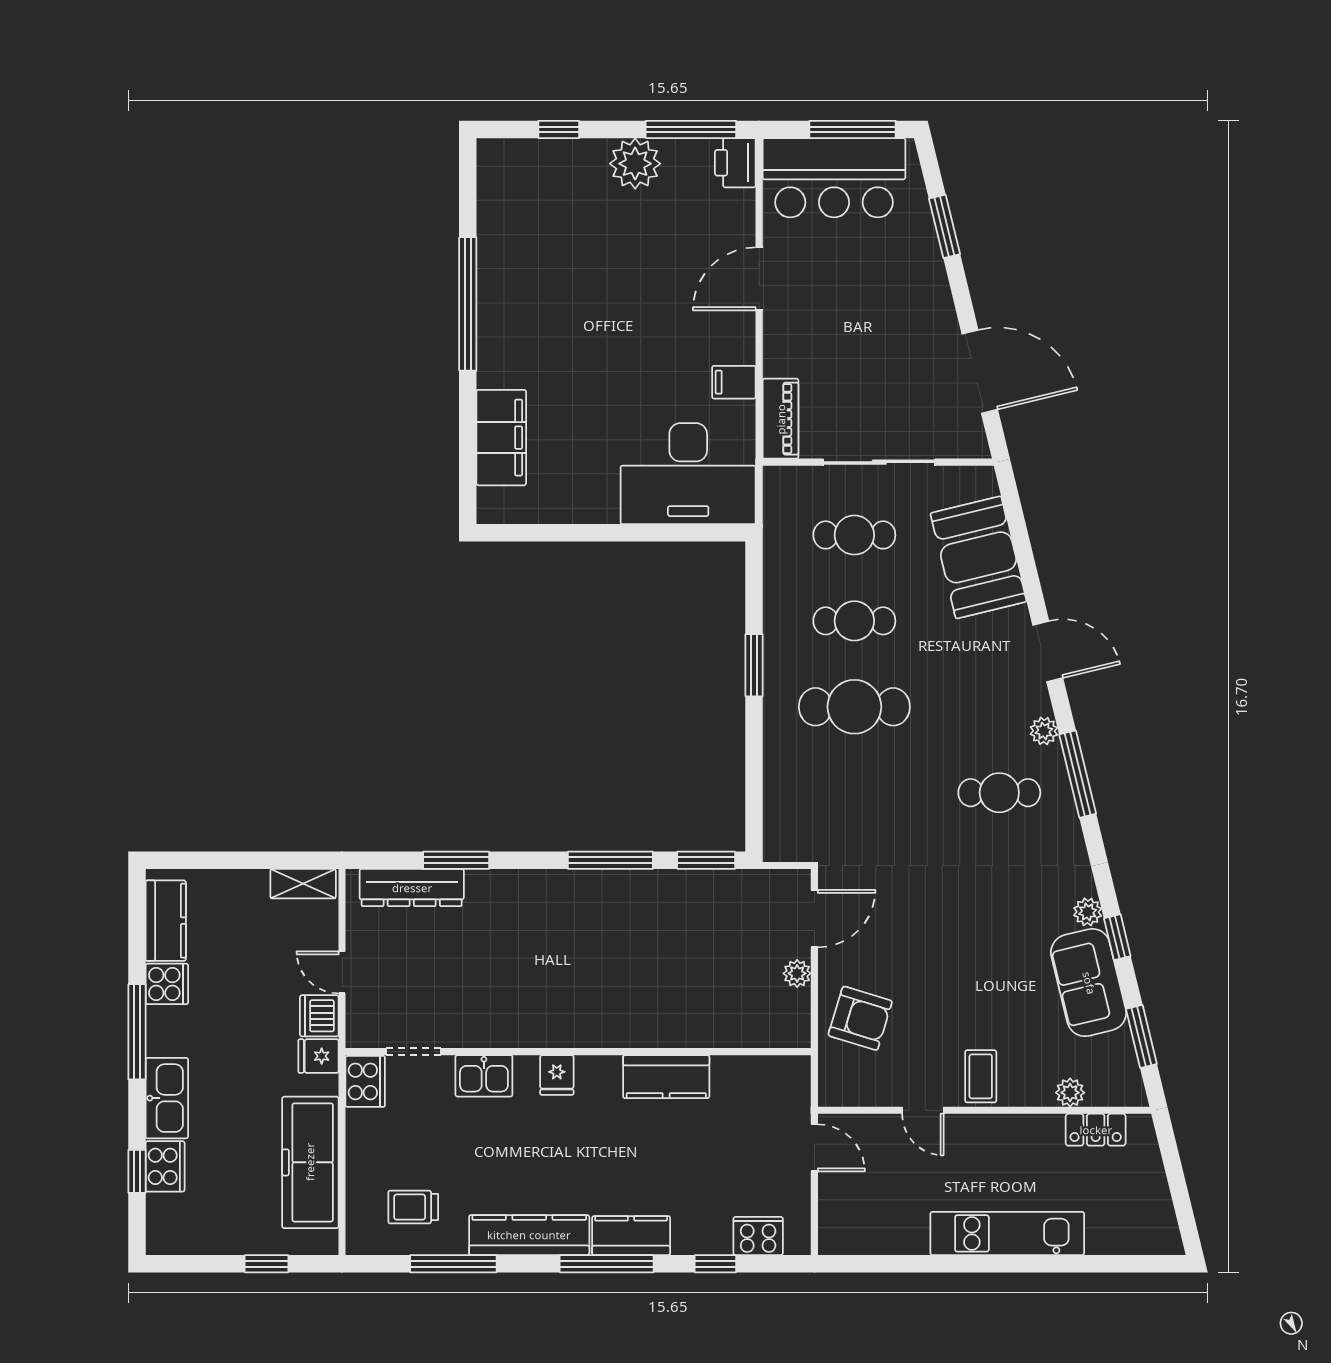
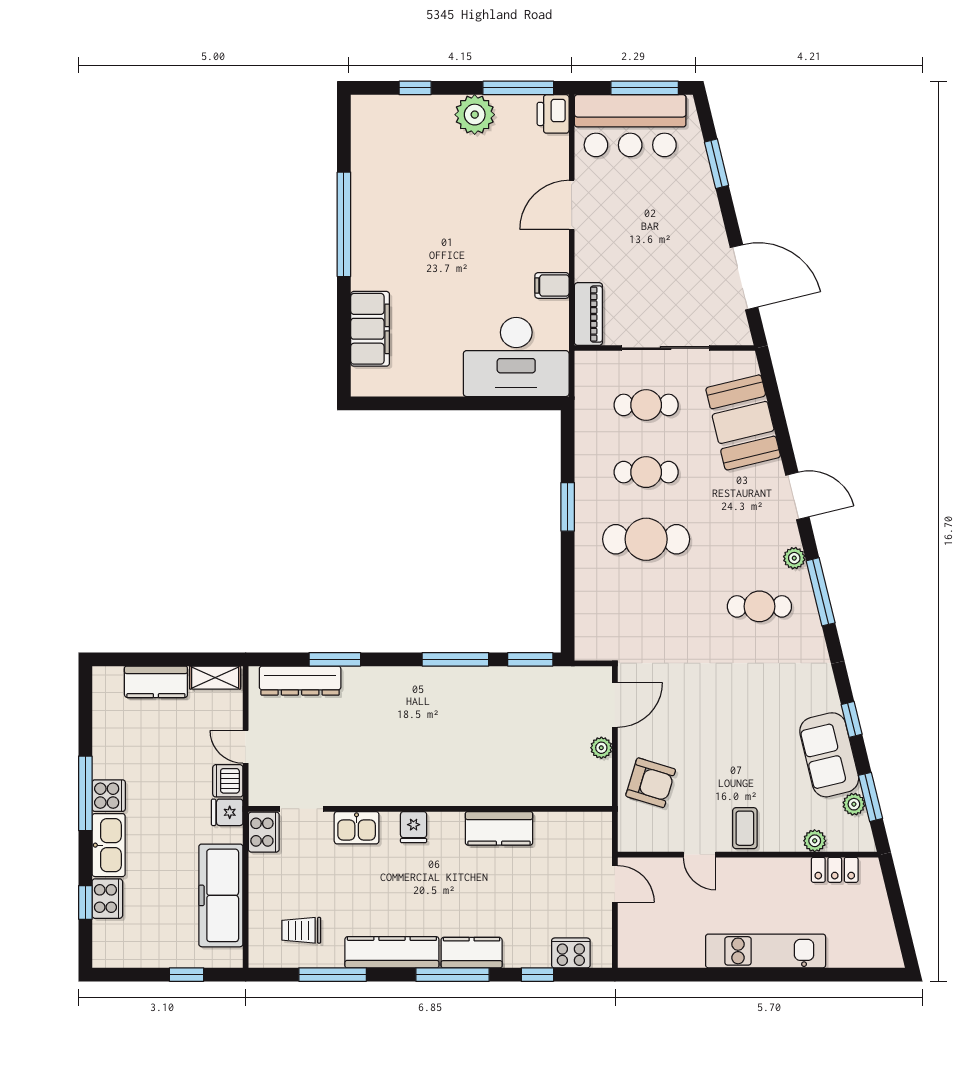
plant: (1088, 912) -> (854, 804), moved
kitchen counter: (166, 921) -> (156, 682), moved, turned 90
cooker: (167, 984) -> (109, 796), moved

